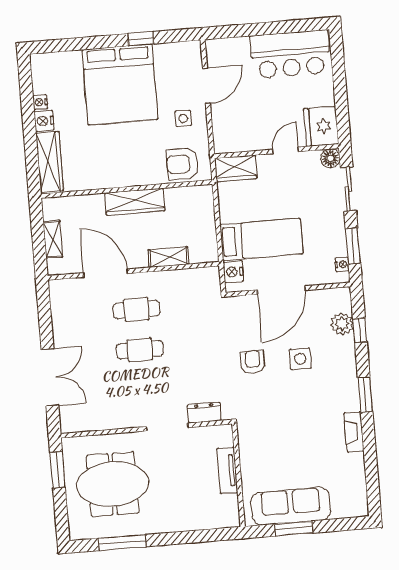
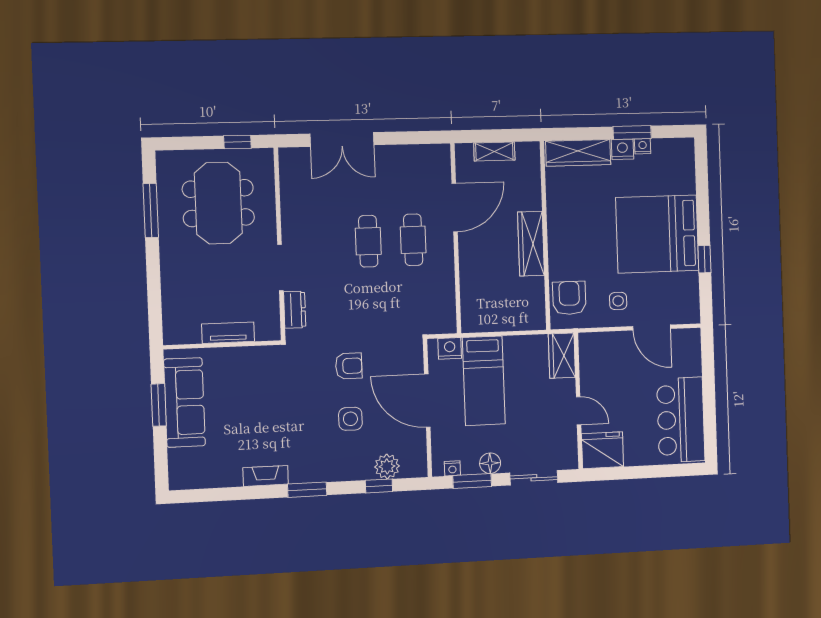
window: (28, 112) -> (632, 133), added
floor lamp: (330, 158) -> (490, 463), moved
shelving: (169, 257) -> (469, 278), removed
window: (57, 470) -> (238, 142), width x0.67

